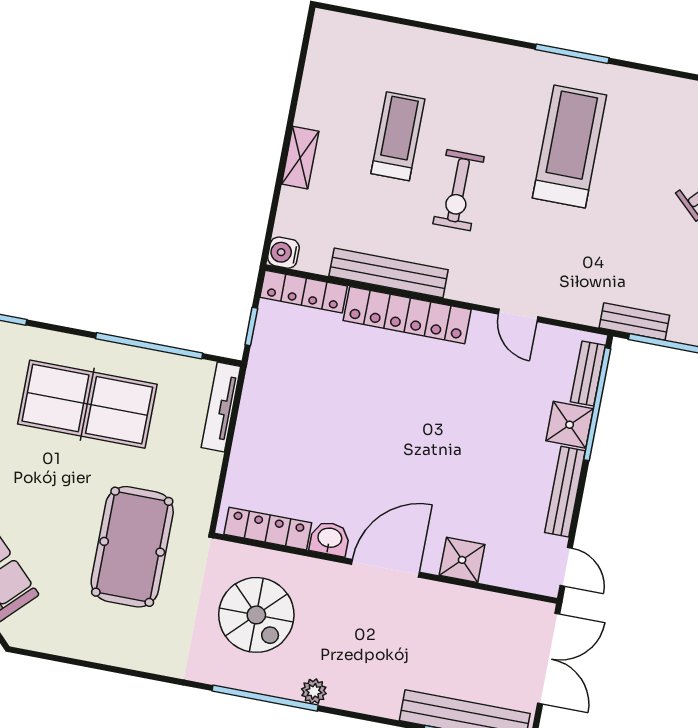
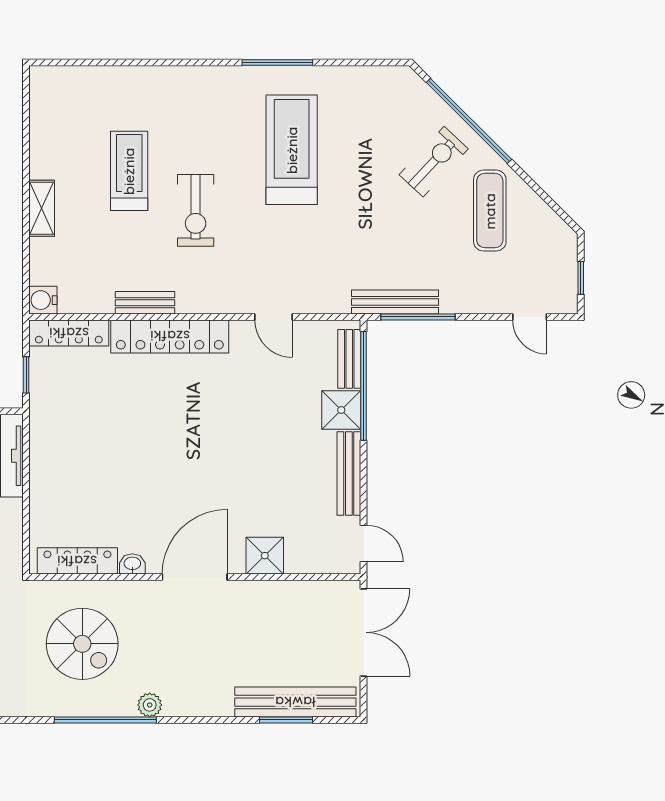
bench: (389, 273) -> (145, 303), width x0.54, depth x0.82
bench: (634, 322) -> (395, 302), width x1.36
washbasin: (330, 539) -> (132, 564), width x0.72, depth x0.69

